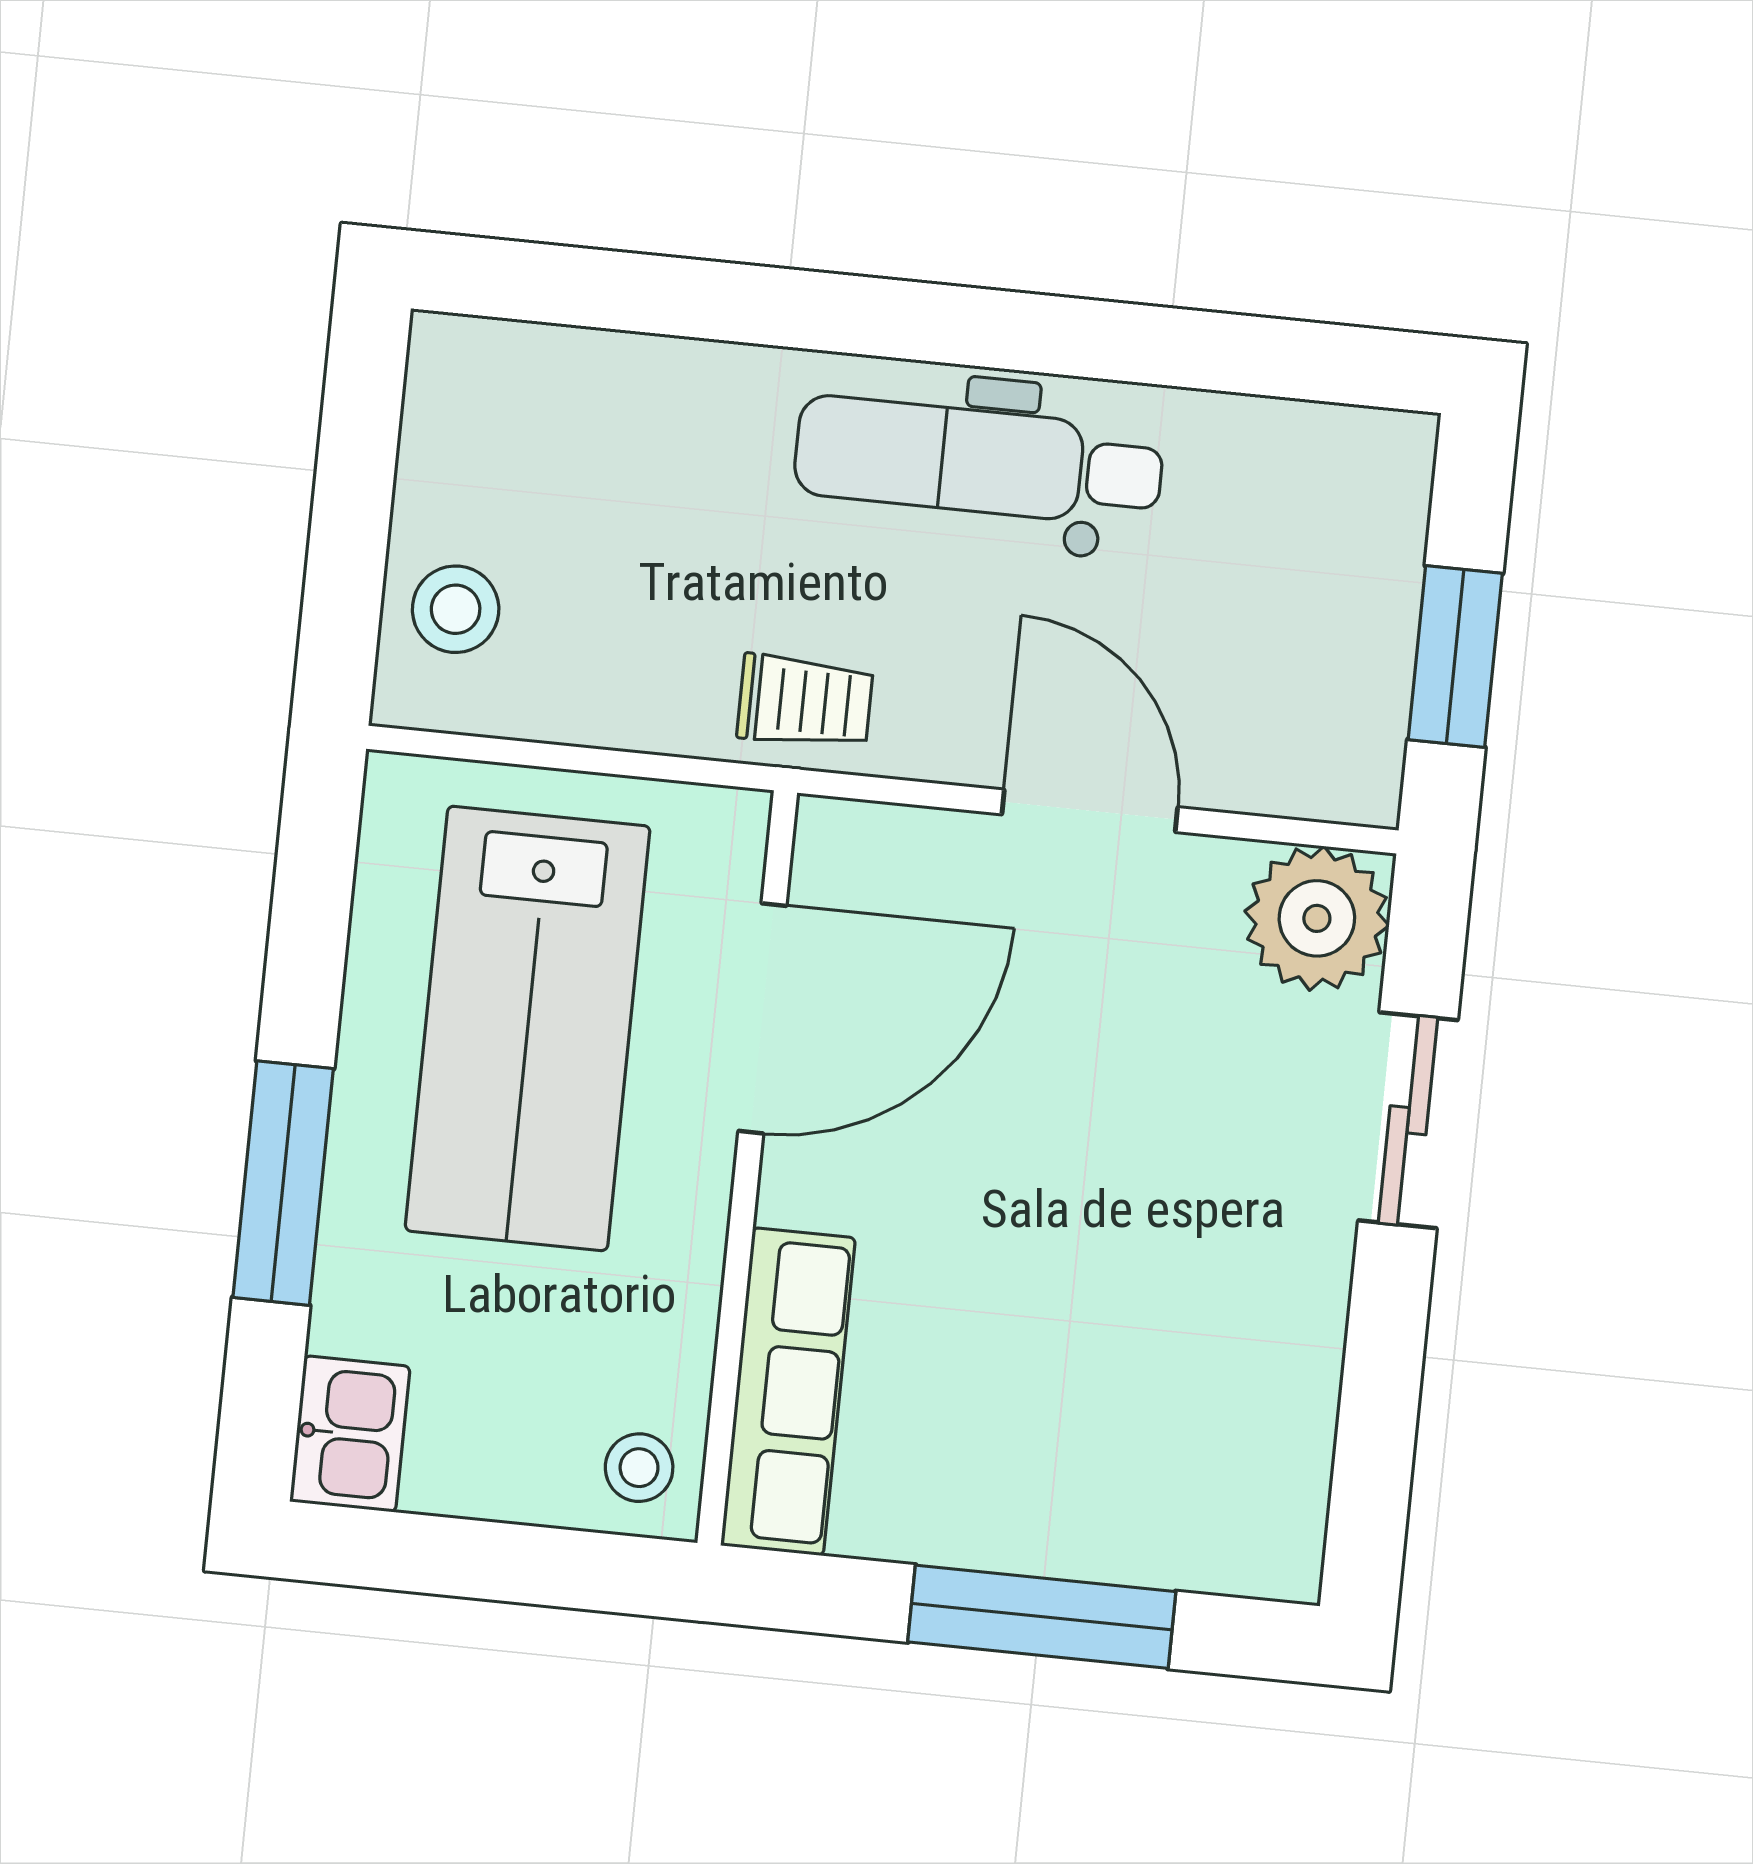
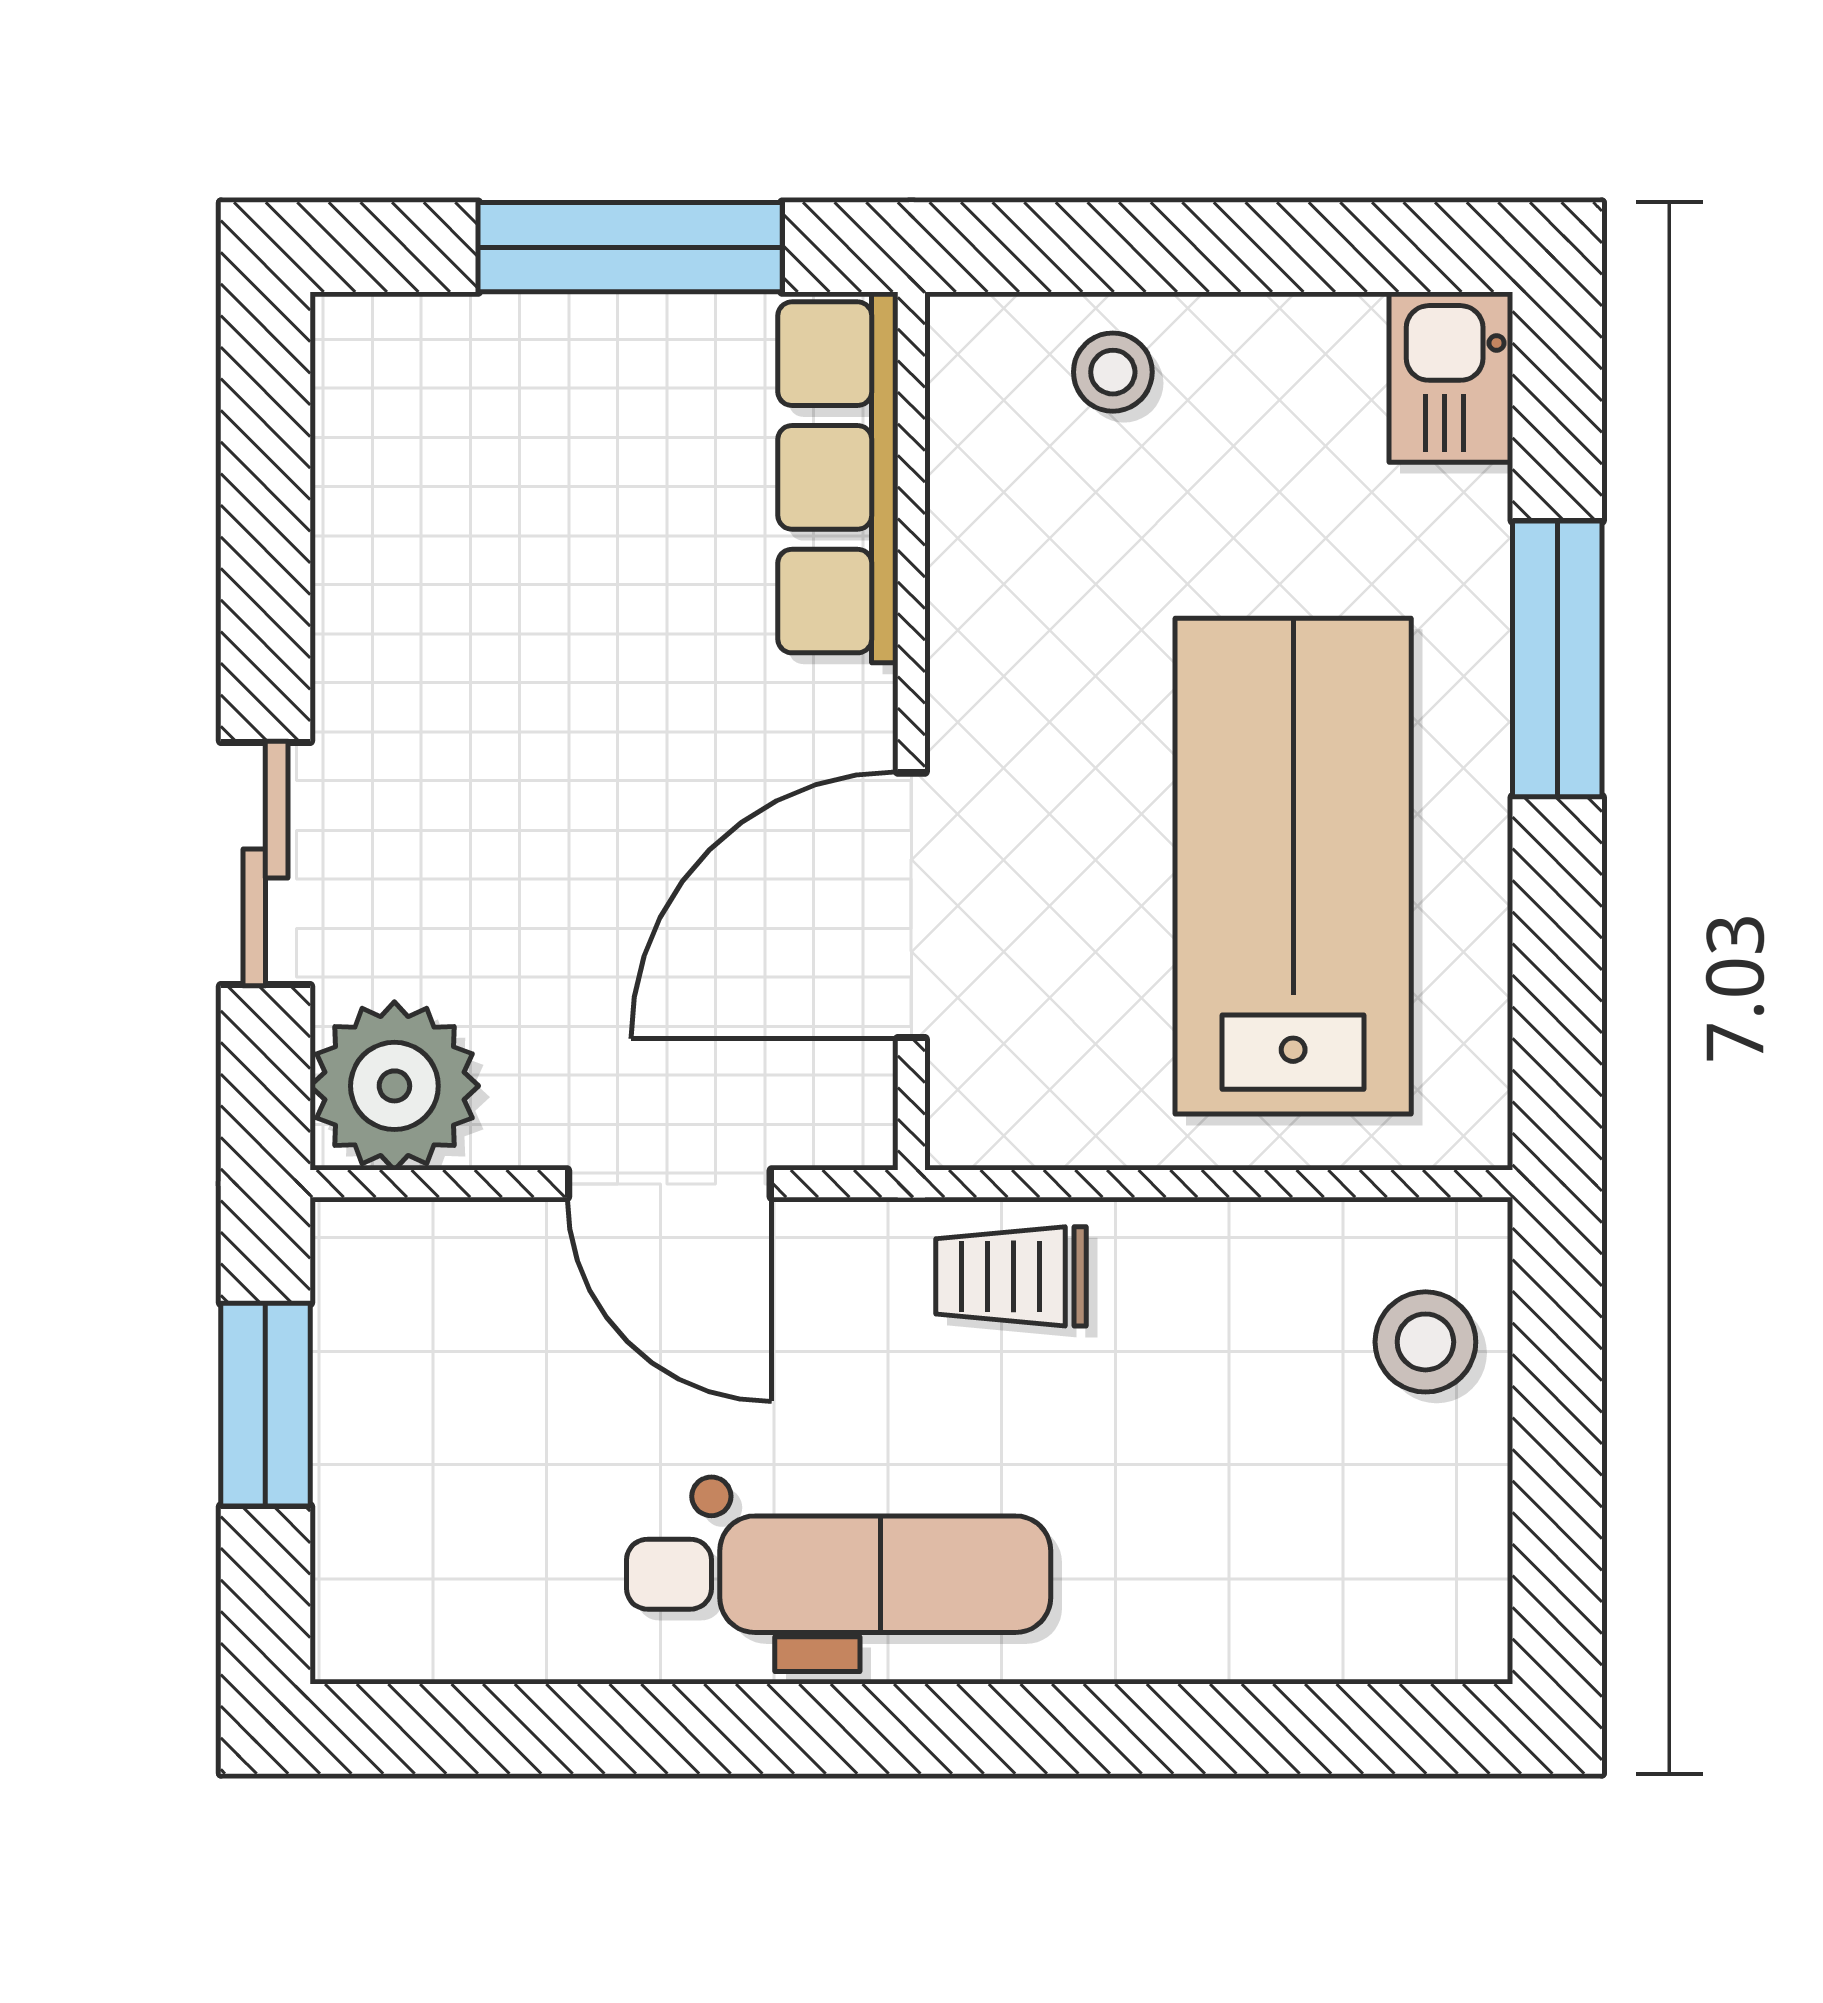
door: (762, 1018) -> (911, 905), moved
wall: (747, 1168) -> (911, 731), moved
row of seats: (788, 1392) -> (838, 477), moved

